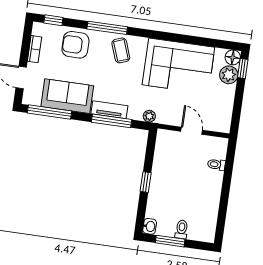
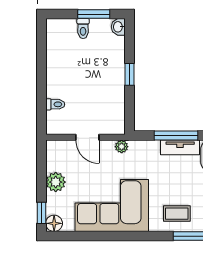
coffee table: (121, 50) -> (177, 214), turned -70
plant: (229, 75) -> (56, 182), moved
plant: (149, 116) -> (122, 147), moved

